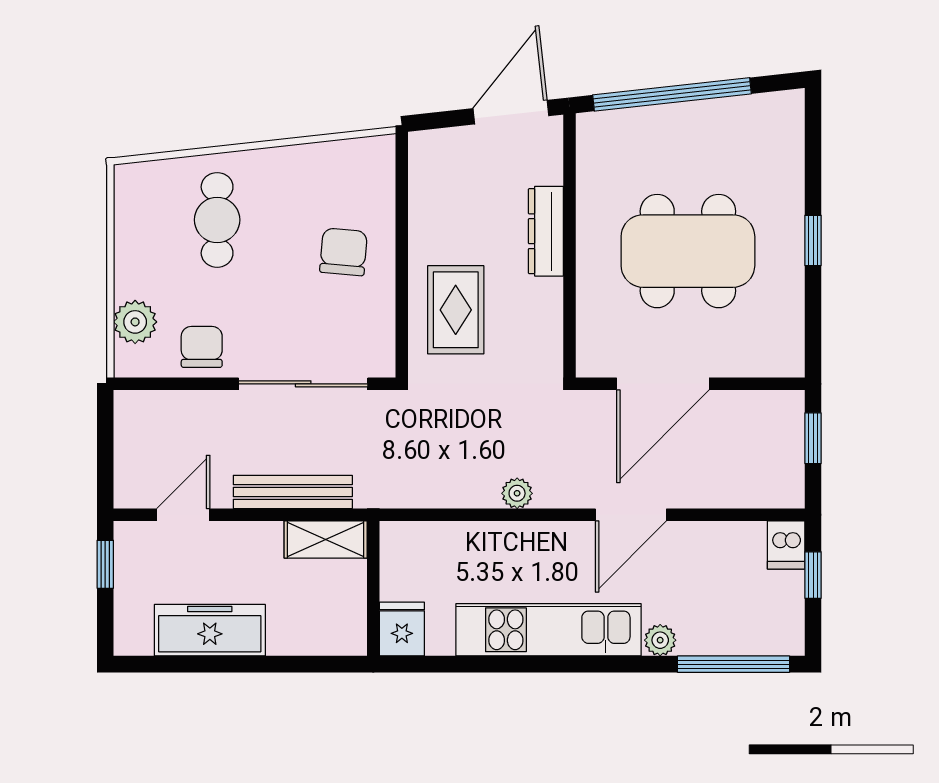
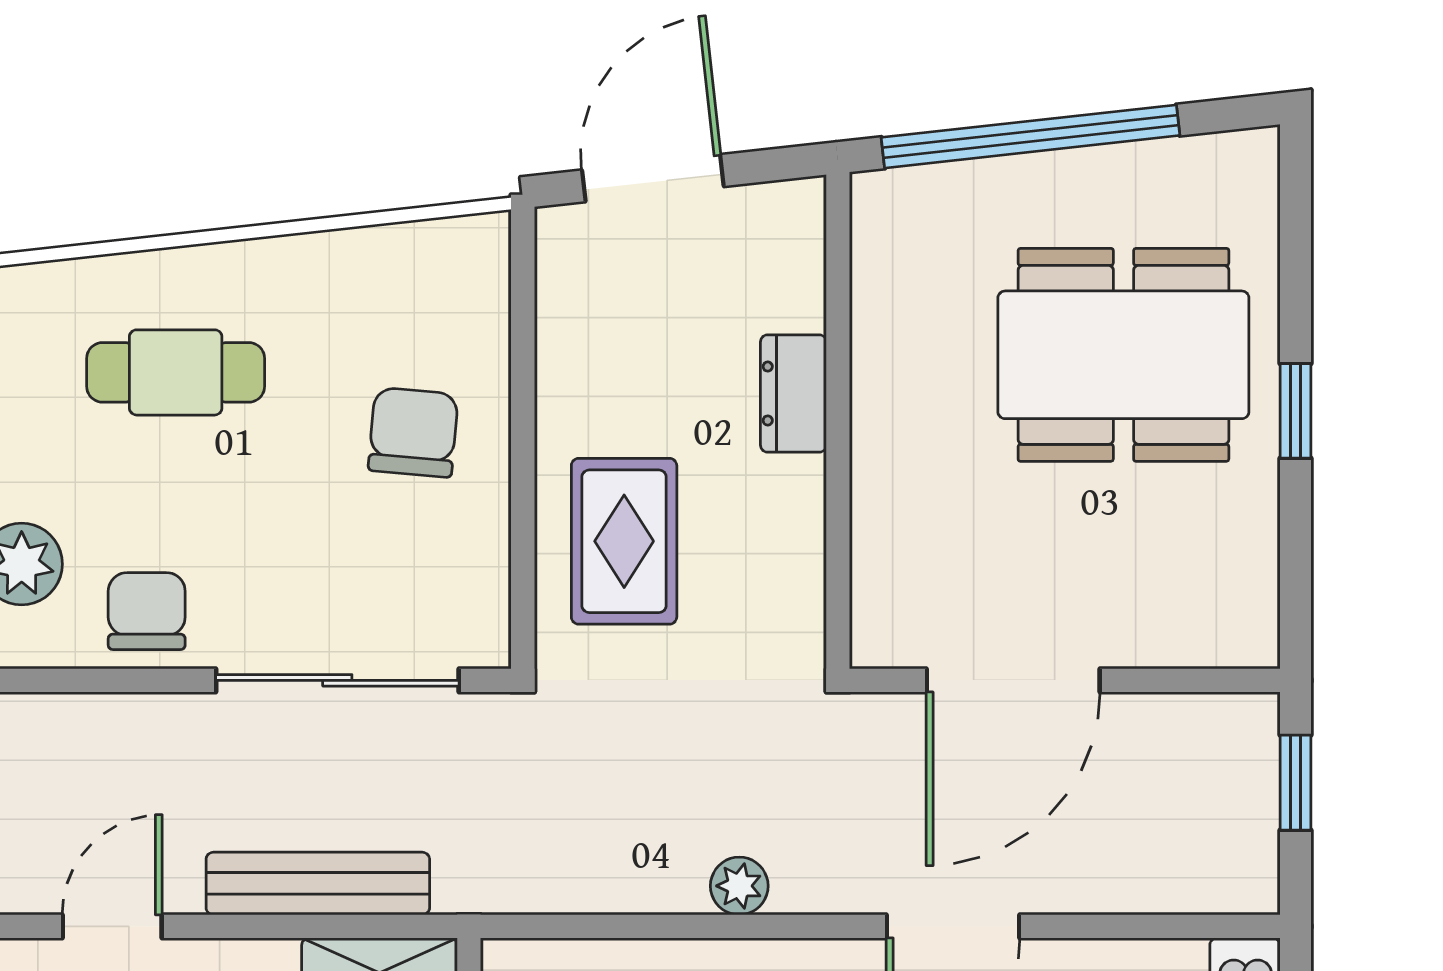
door: (511, 112) -> (653, 178), moved
cafe table: (217, 220) -> (176, 372), turned 90
dresser: (546, 231) -> (793, 394), width x0.70
dining table: (688, 251) -> (1123, 355), moved

